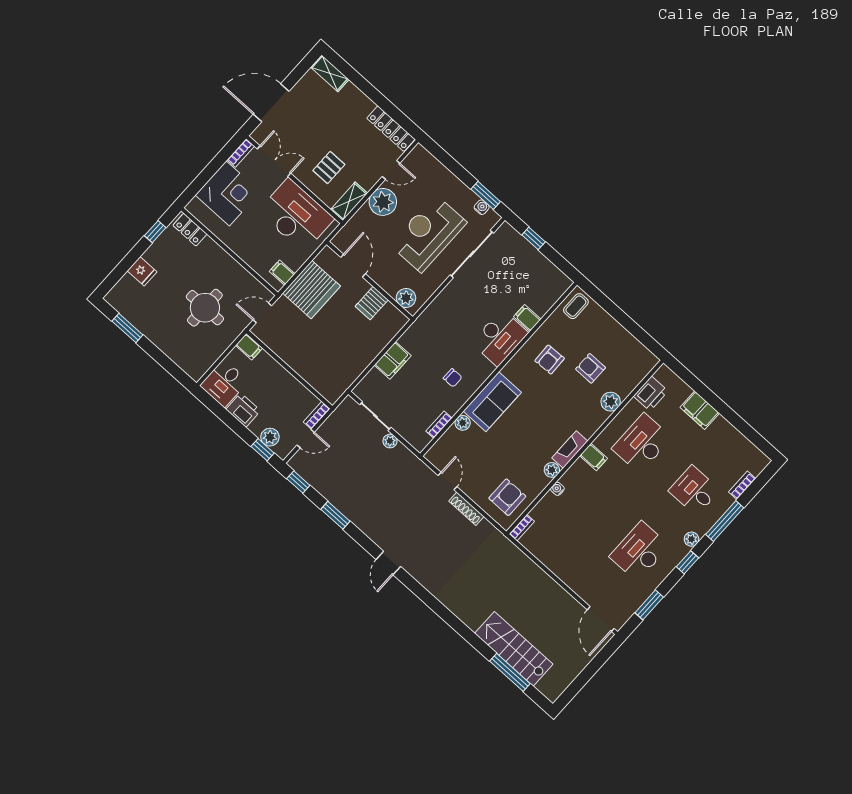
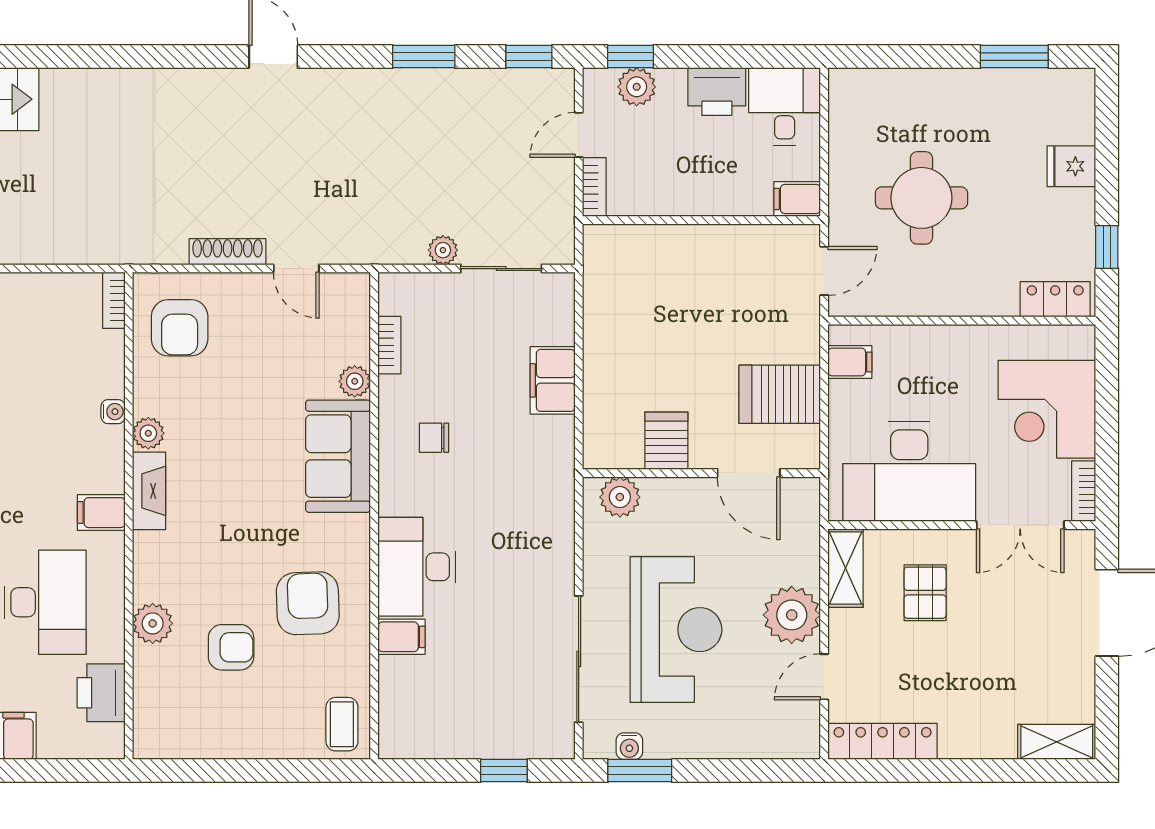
server rack: (312, 290) -> (780, 394), width x0.62
armchair: (550, 360) -> (308, 603), width x1.38, depth x1.38

